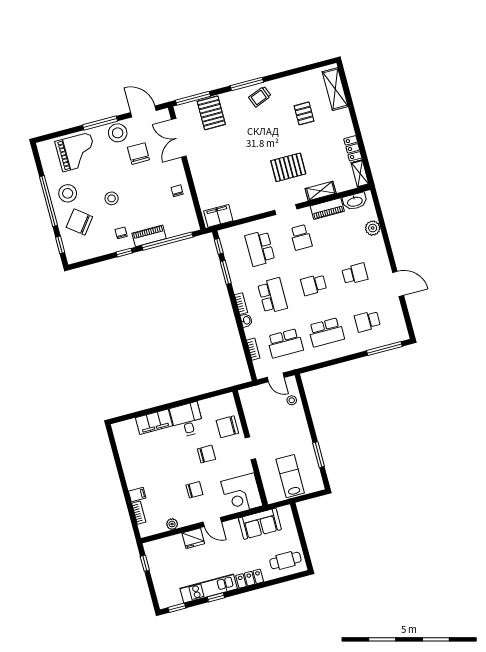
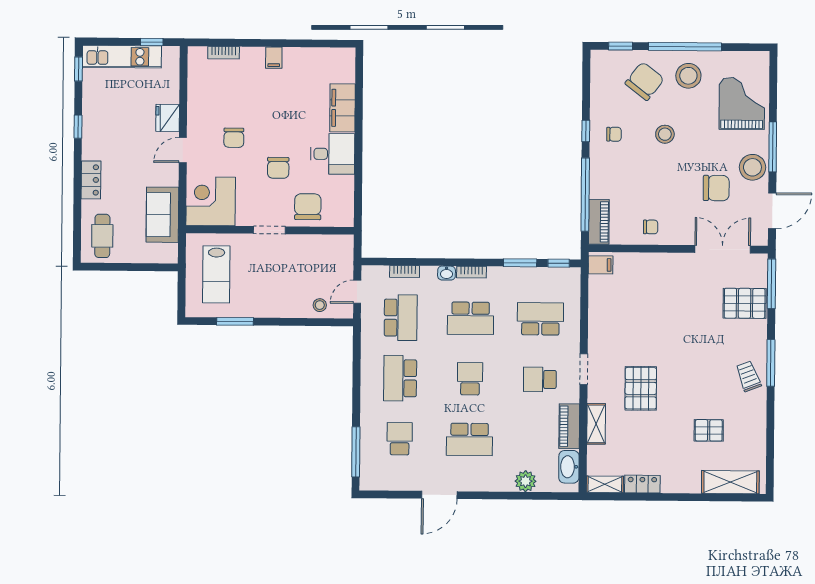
grand piano: (76, 152) -> (742, 103), turned 180
filing cabinet: (218, 216) -> (601, 265), width x0.50
piano: (149, 236) -> (599, 222), moved
school desk: (355, 274) -> (469, 439), width x1.85
school desk: (285, 343) -> (401, 318), turned 180
lab bench: (290, 476) -> (216, 274), turned 90
filing cabinet: (137, 495) -> (274, 58), moved
plant: (172, 524) -> (195, 94), removed
kitchen unit: (209, 588) -> (122, 57), moved, turned 90

